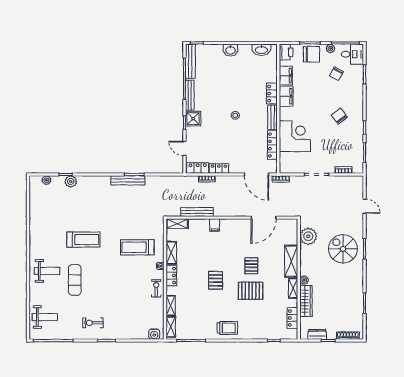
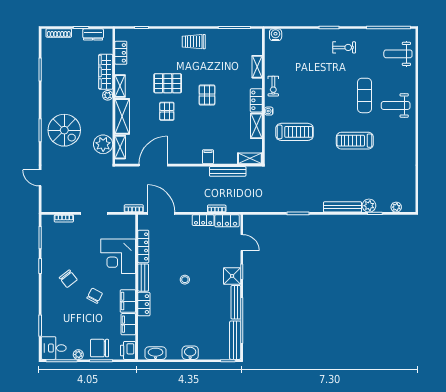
chair: (336, 74) -> (95, 296), moved
bench: (128, 180) -> (343, 207), moved
shelving: (171, 327) -> (120, 147), moved

